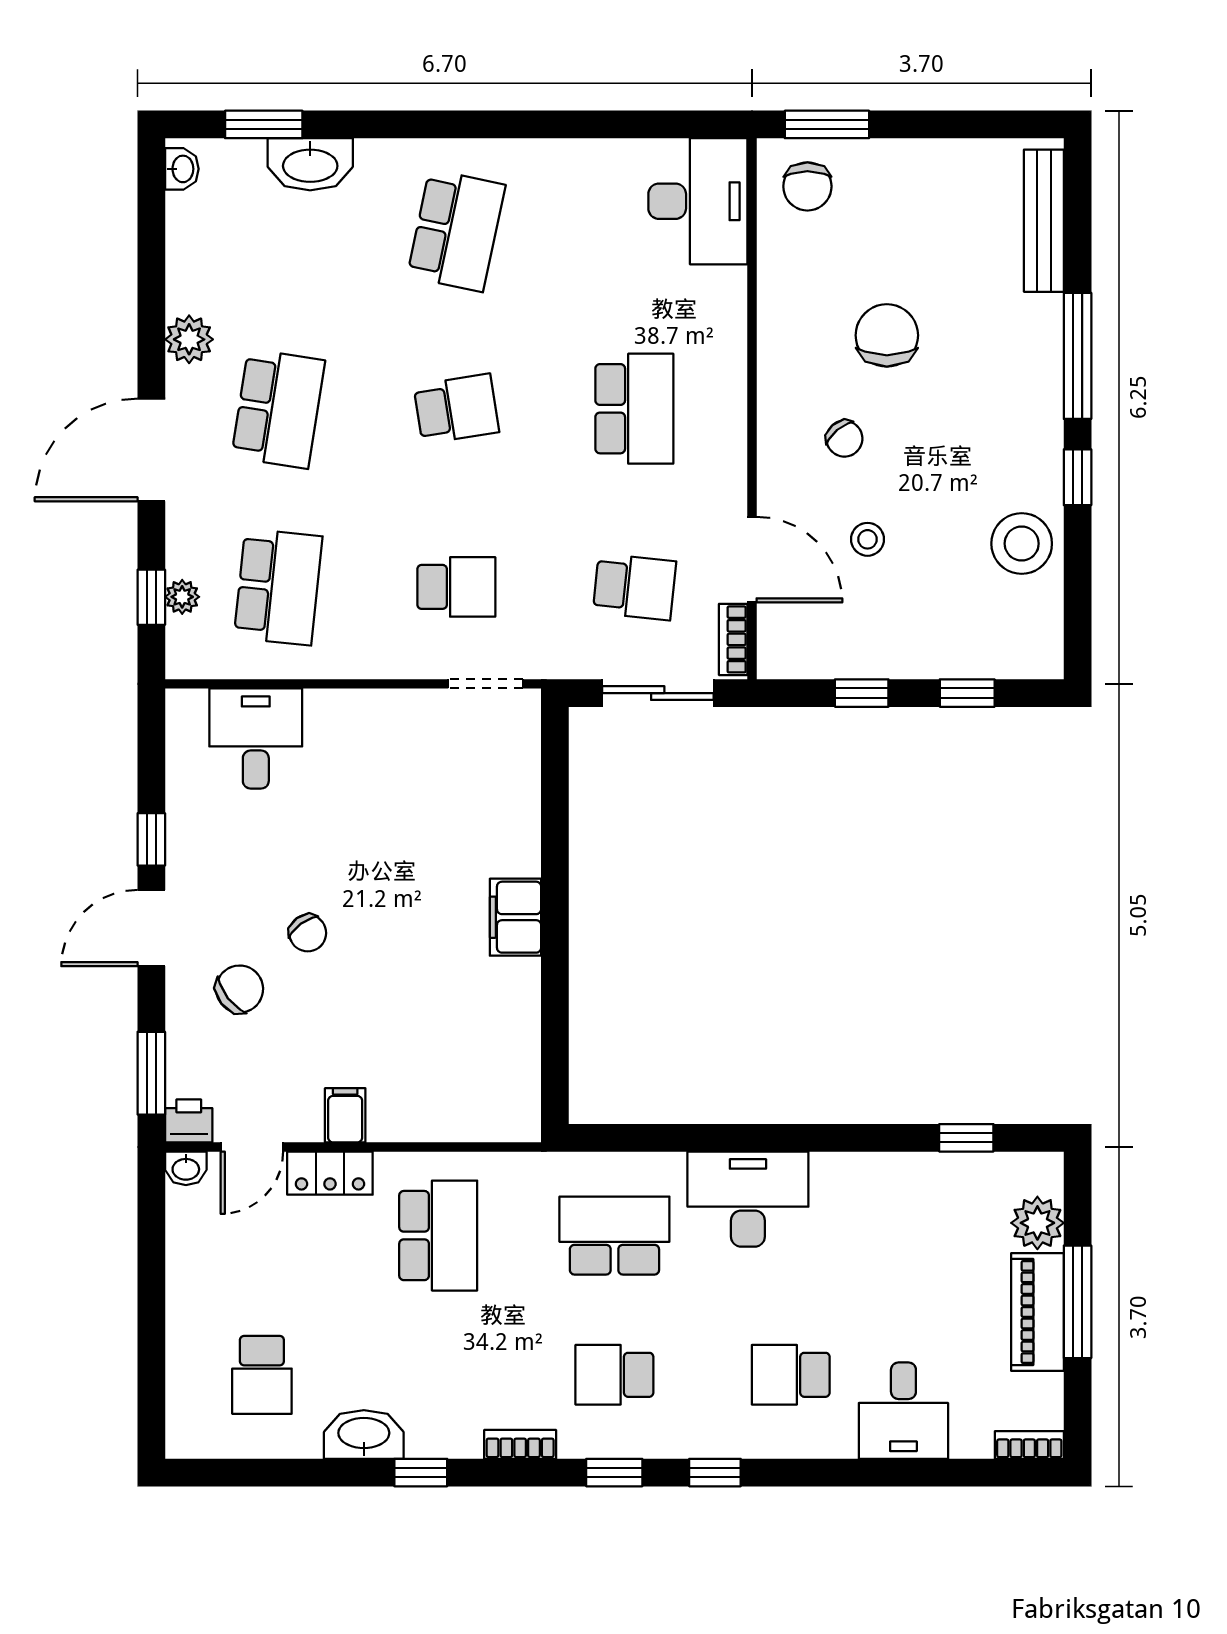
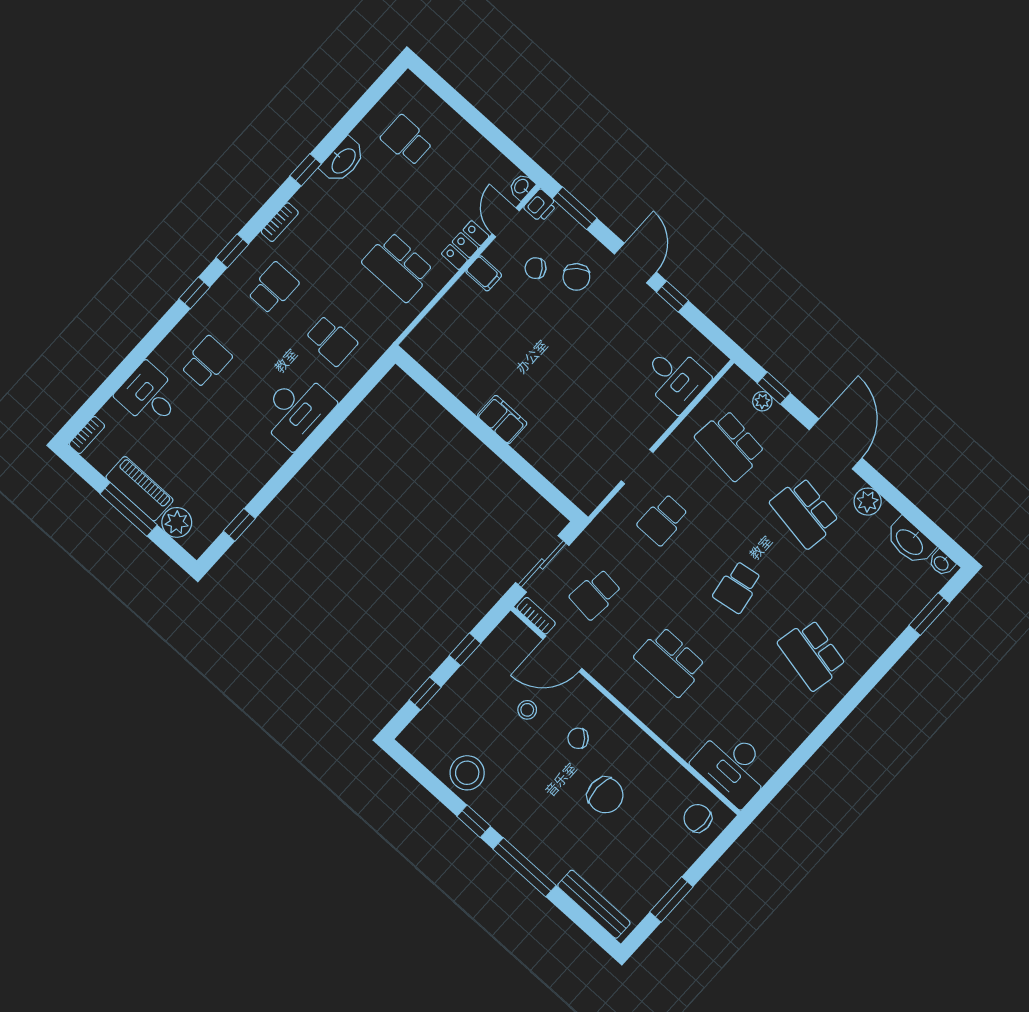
window: (827, 124) -> (671, 899), moved
washbasin: (310, 164) -> (910, 541), moved, turned -90
doorway: (486, 684) -> (637, 467), moved
chair: (308, 933) -> (536, 268), moved
school desk: (614, 1236) -> (331, 341), width x0.54

